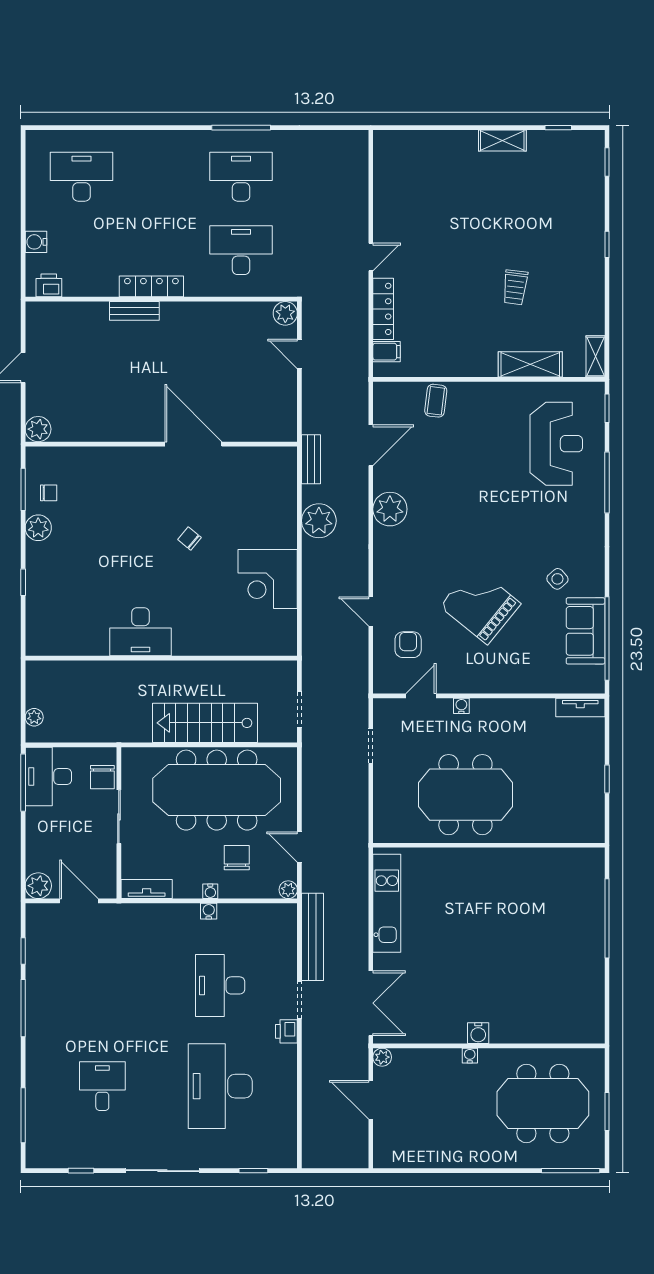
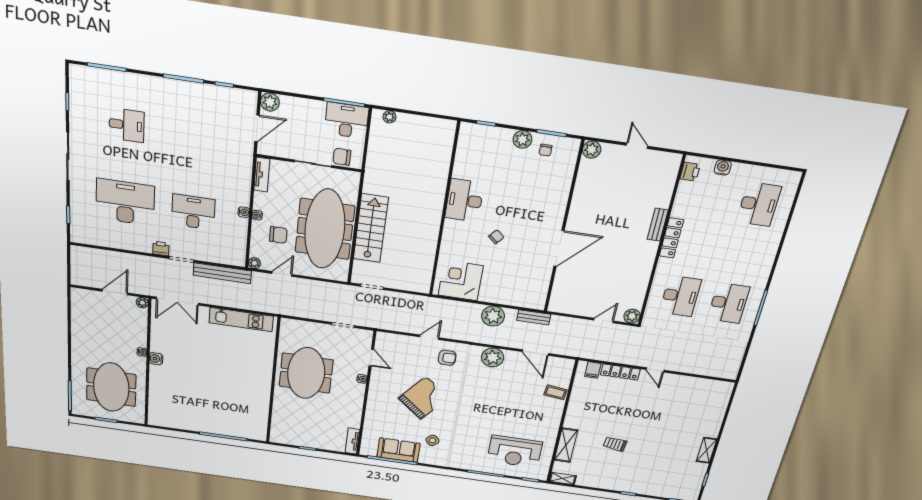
desk: (140, 632) -> (464, 200), moved
armchair: (408, 645) -> (447, 358), moved
wall: (161, 658) -> (444, 211), moved

